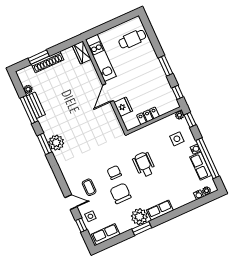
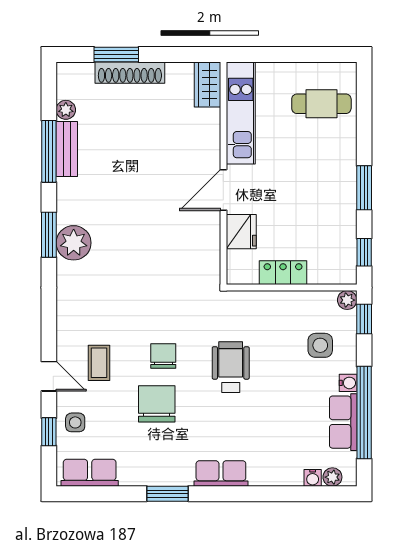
plant: (139, 217) -> (174, 468), removed

